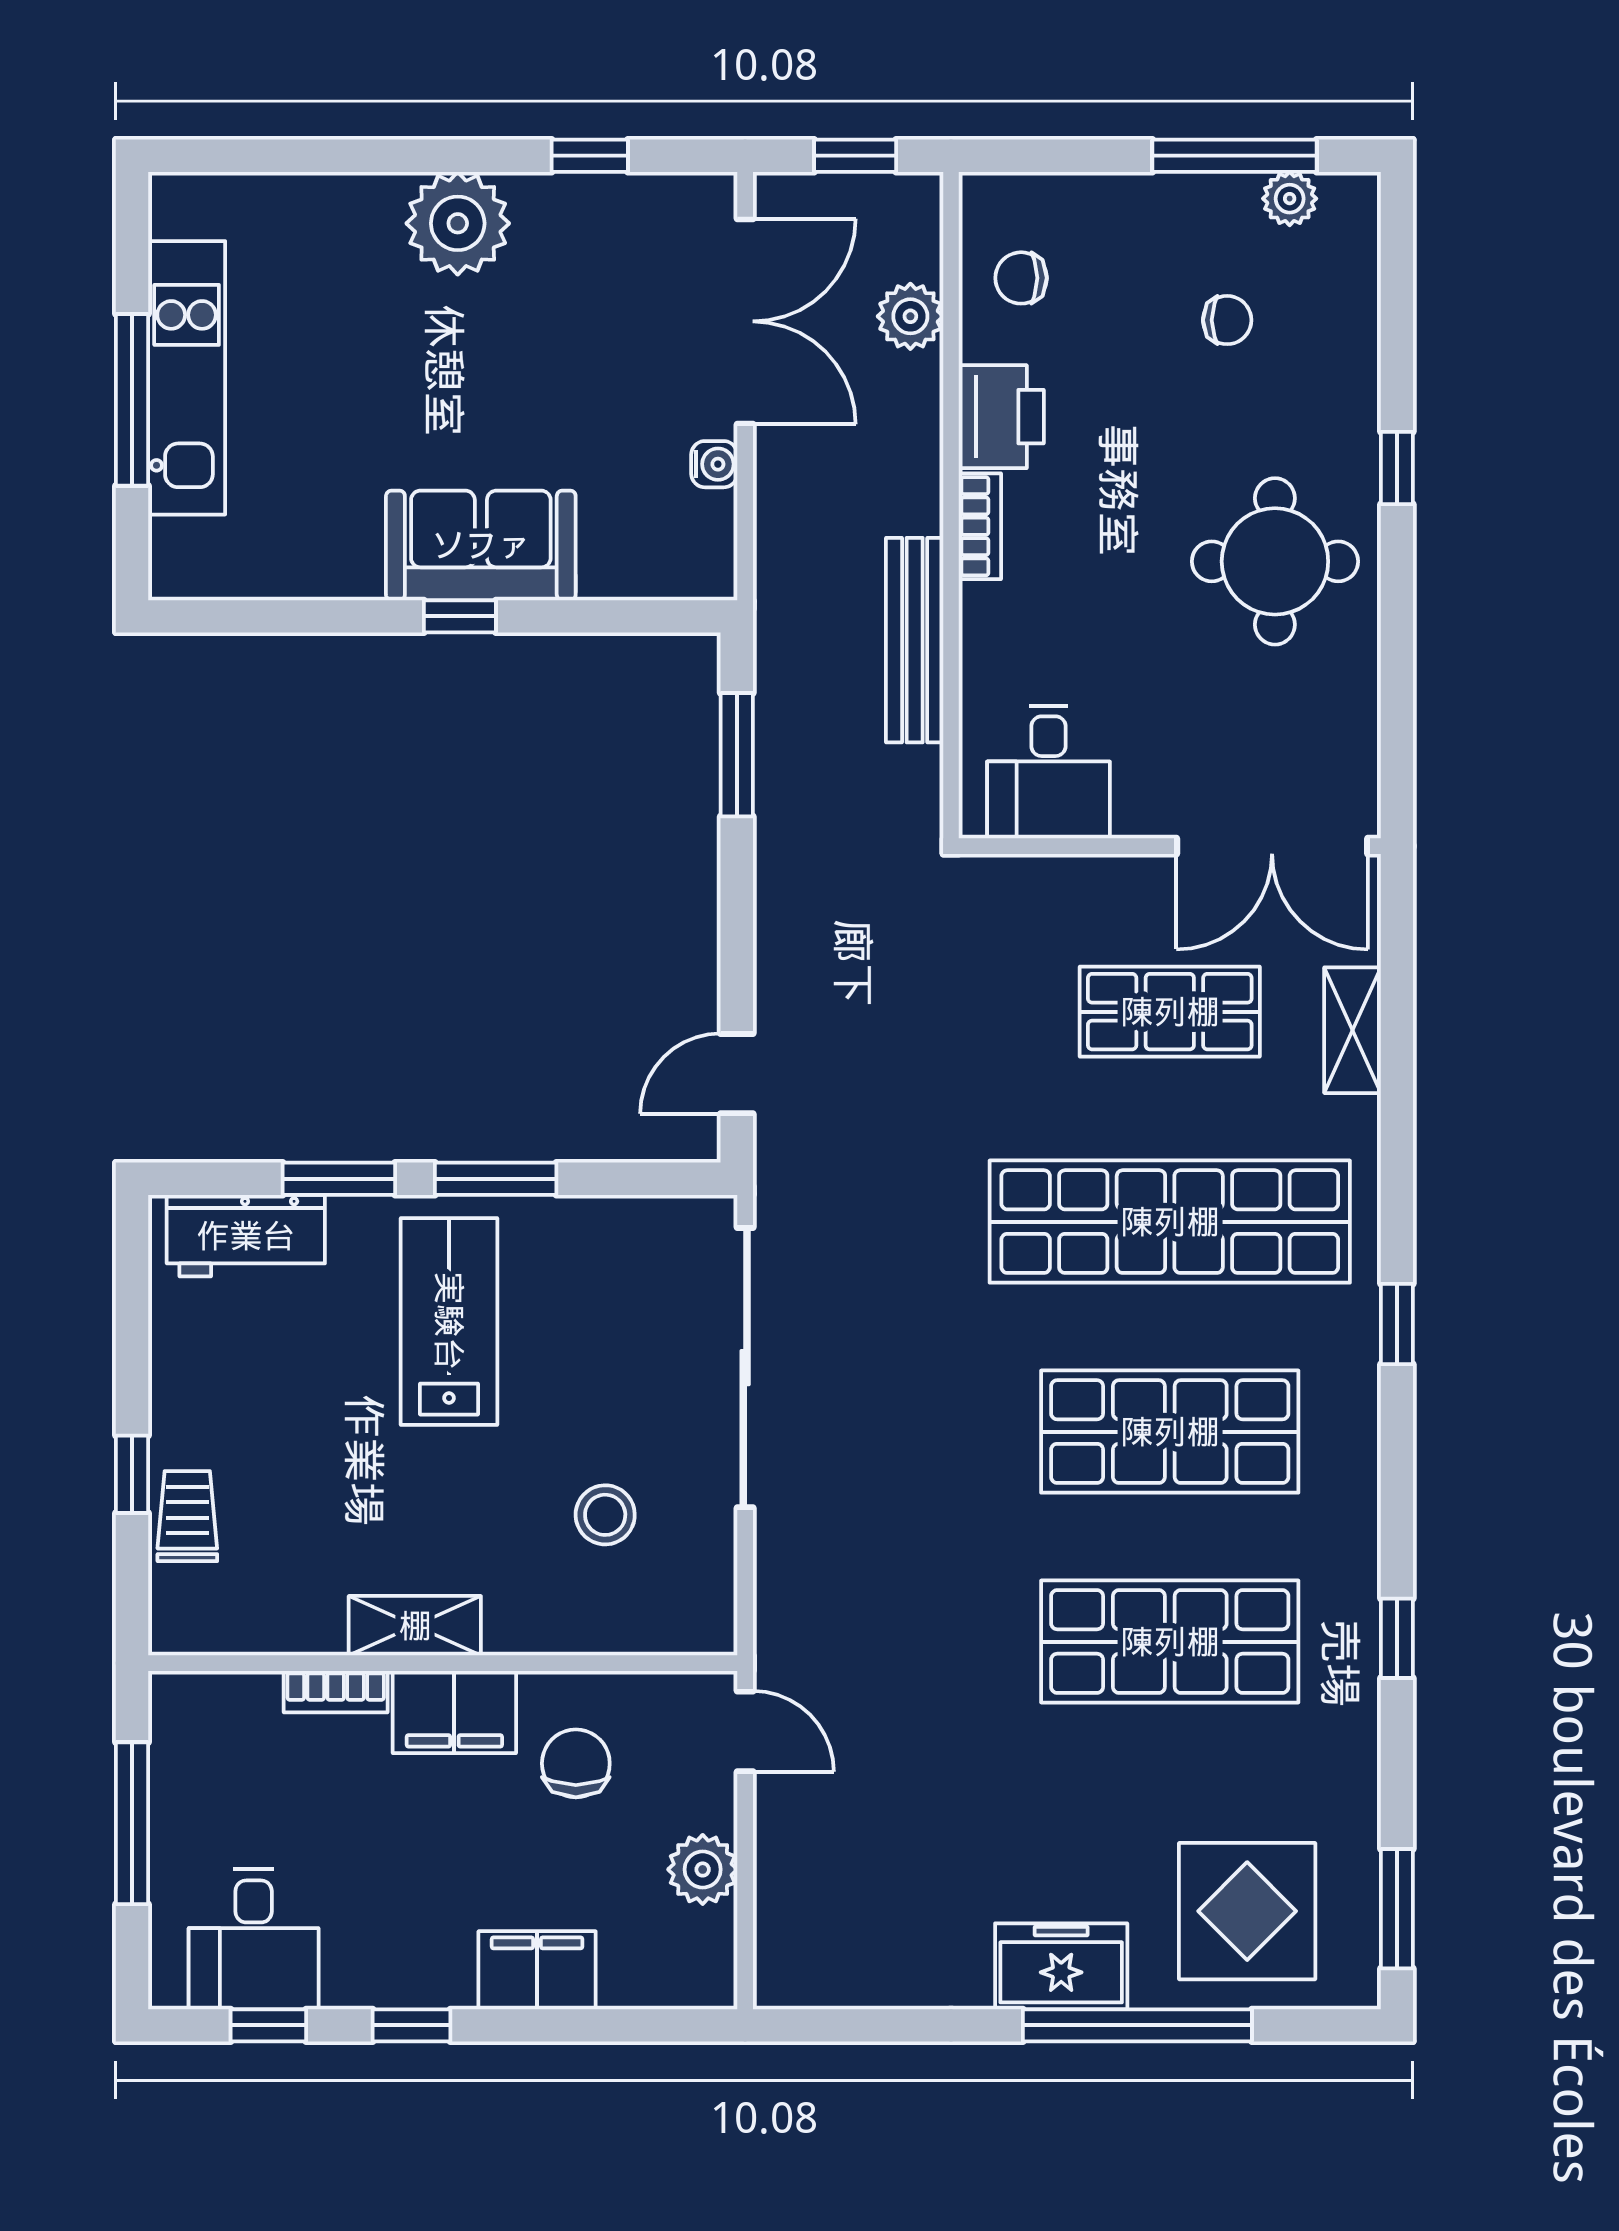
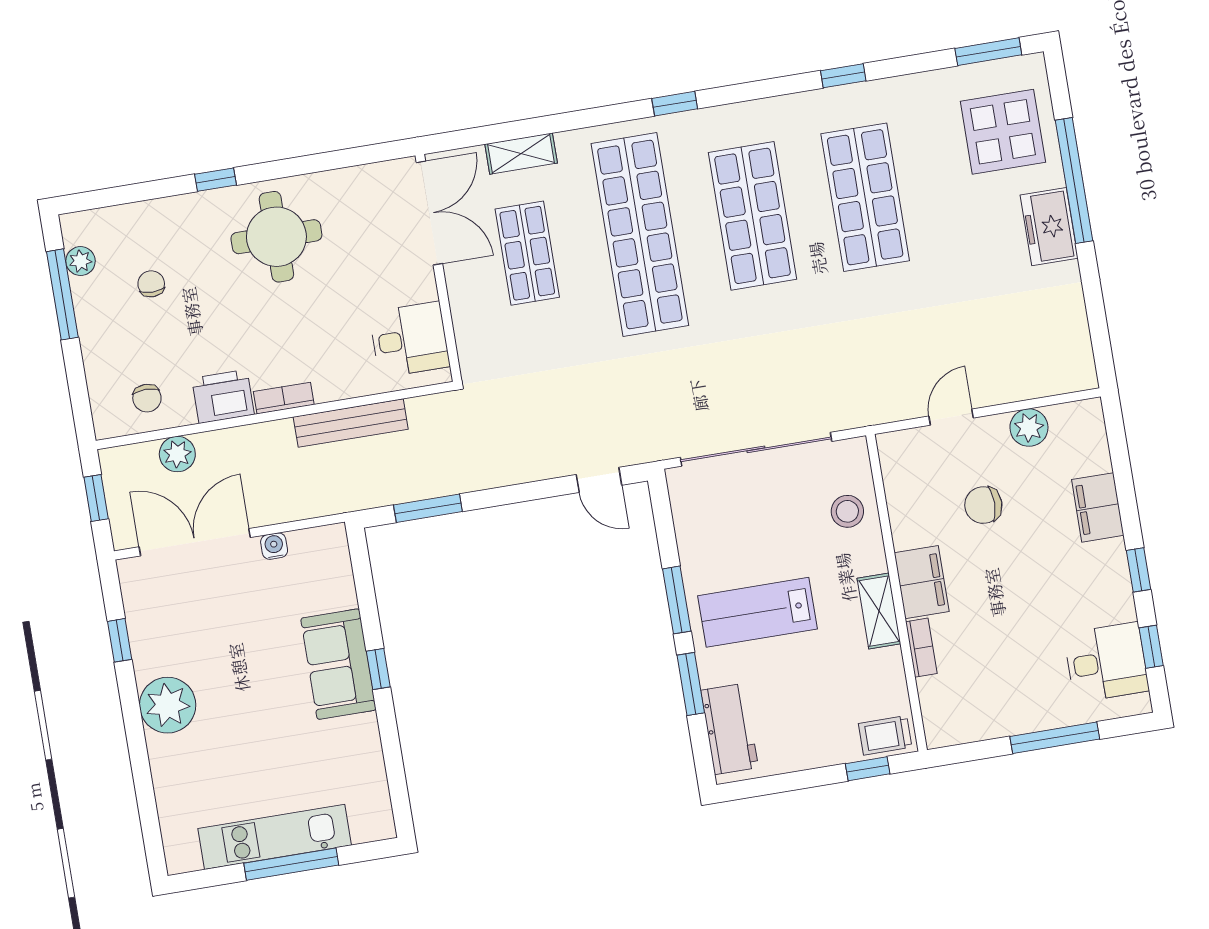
shelving: (415, 1626) -> (879, 611), moved
wall: (443, 1663) -> (896, 593), moved
bookcase: (336, 1692) -> (921, 648), moved
filing cabinet: (454, 1712) -> (922, 582), moved

